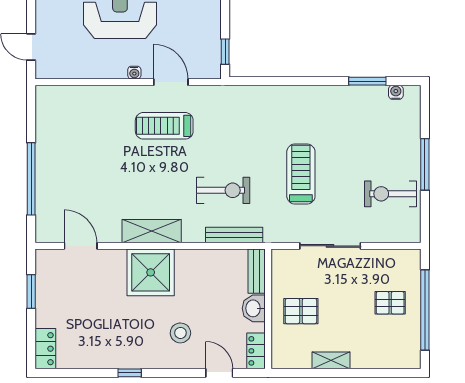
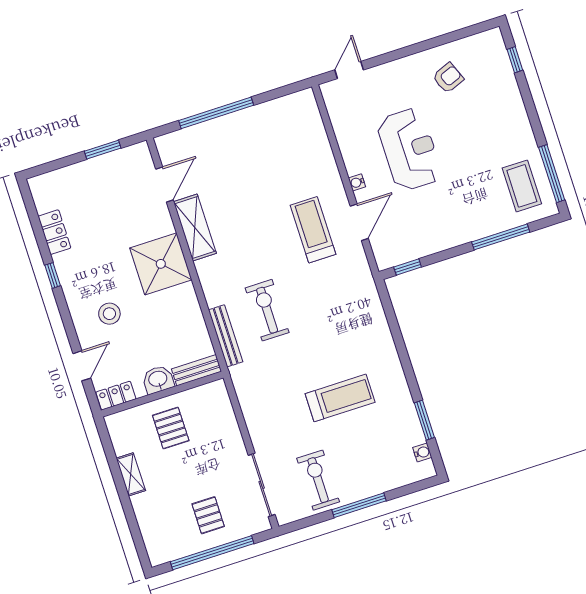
treadmill: (301, 174) -> (340, 398), moved
exercise bike: (223, 190) -> (267, 310), turned 180
shelving: (152, 231) -> (195, 227), moved
sliding door: (330, 246) -> (262, 485), moved
locker: (45, 349) -> (54, 232), moved, turned -90

